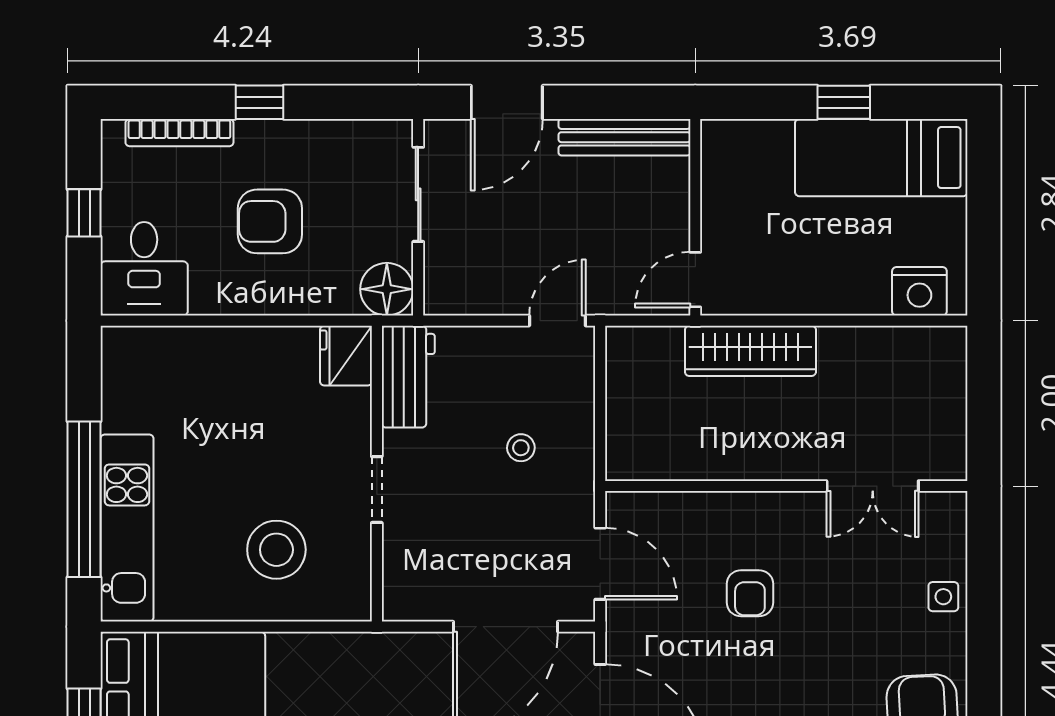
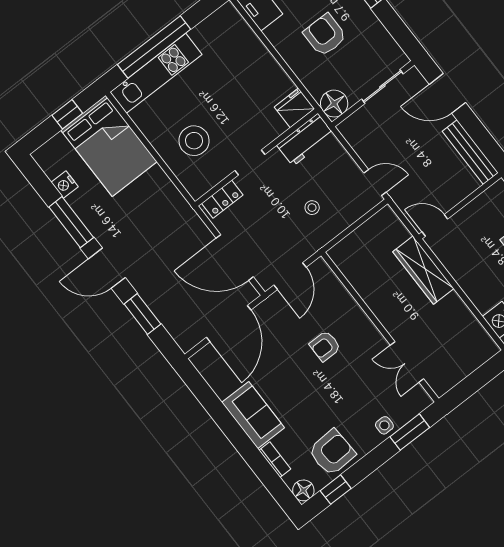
window: (984, 566) -> (410, 432), added
locker: (400, 576) -> (222, 199), added

